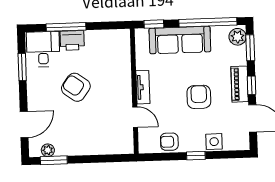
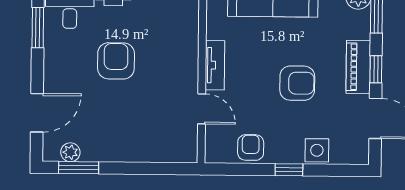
armchair: (76, 87) -> (116, 61), turned 54
armchair: (199, 97) -> (297, 83), turned 90
armchair: (169, 142) -> (251, 148), turned 90

